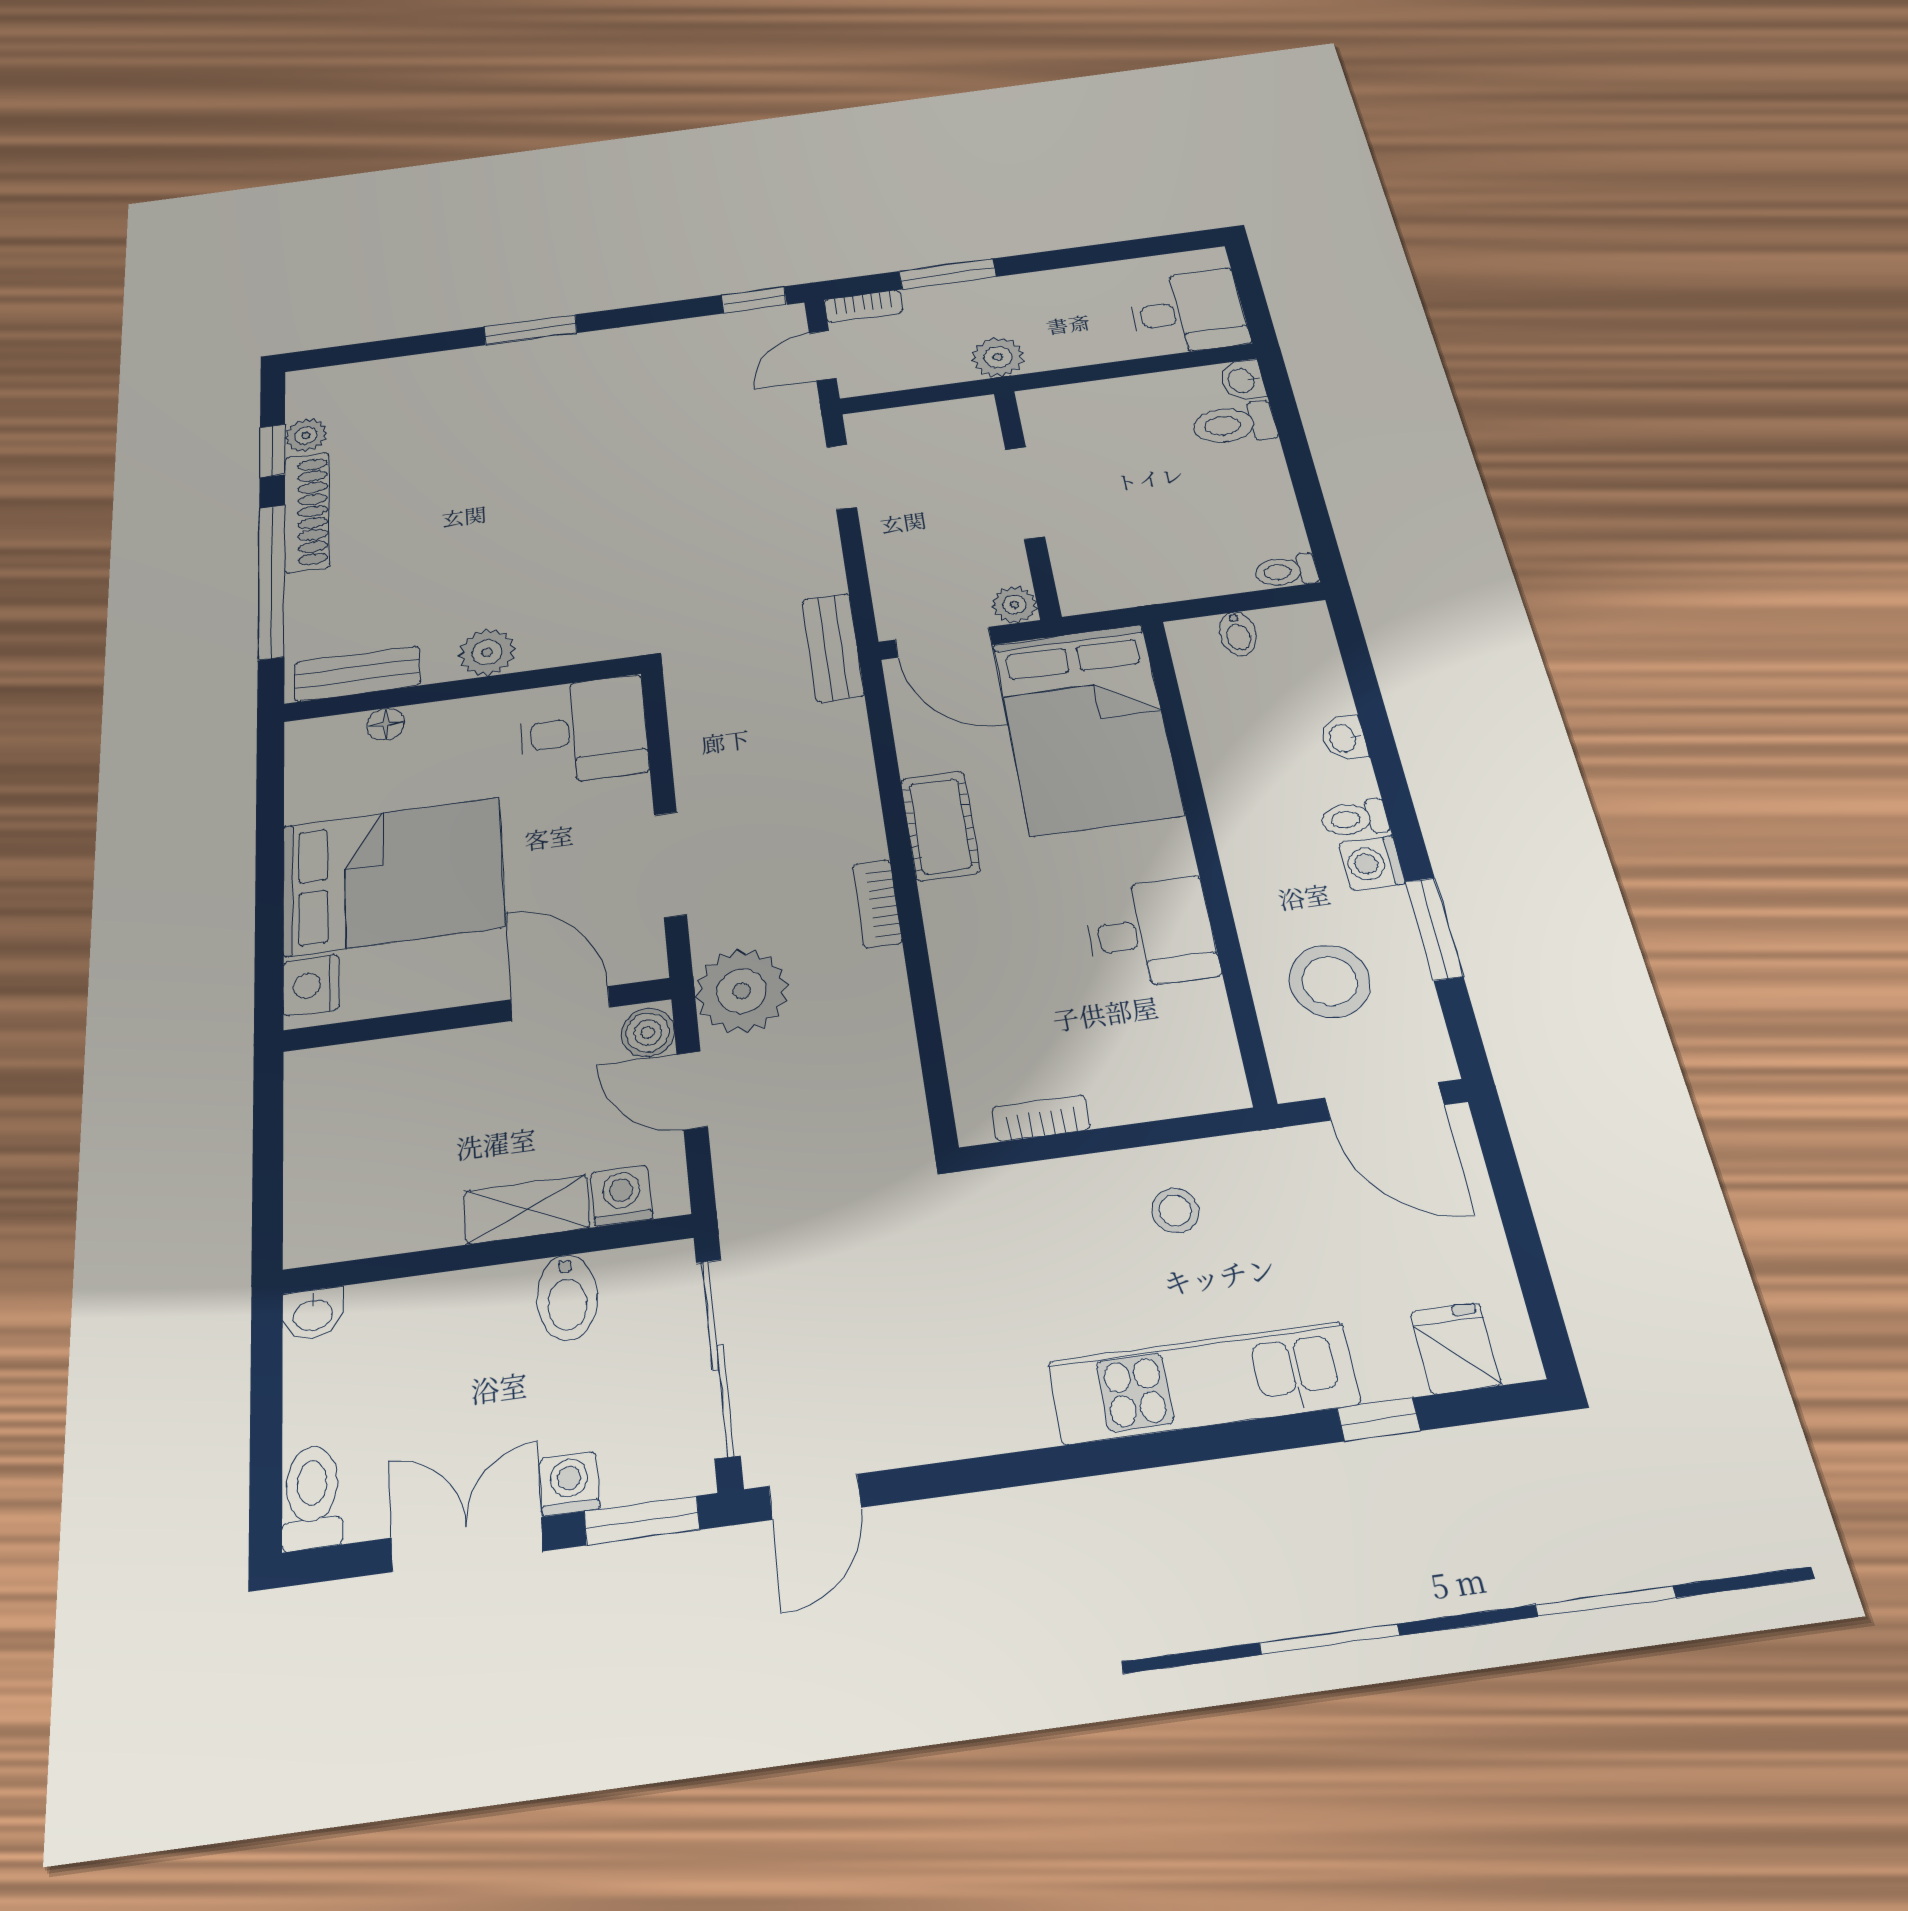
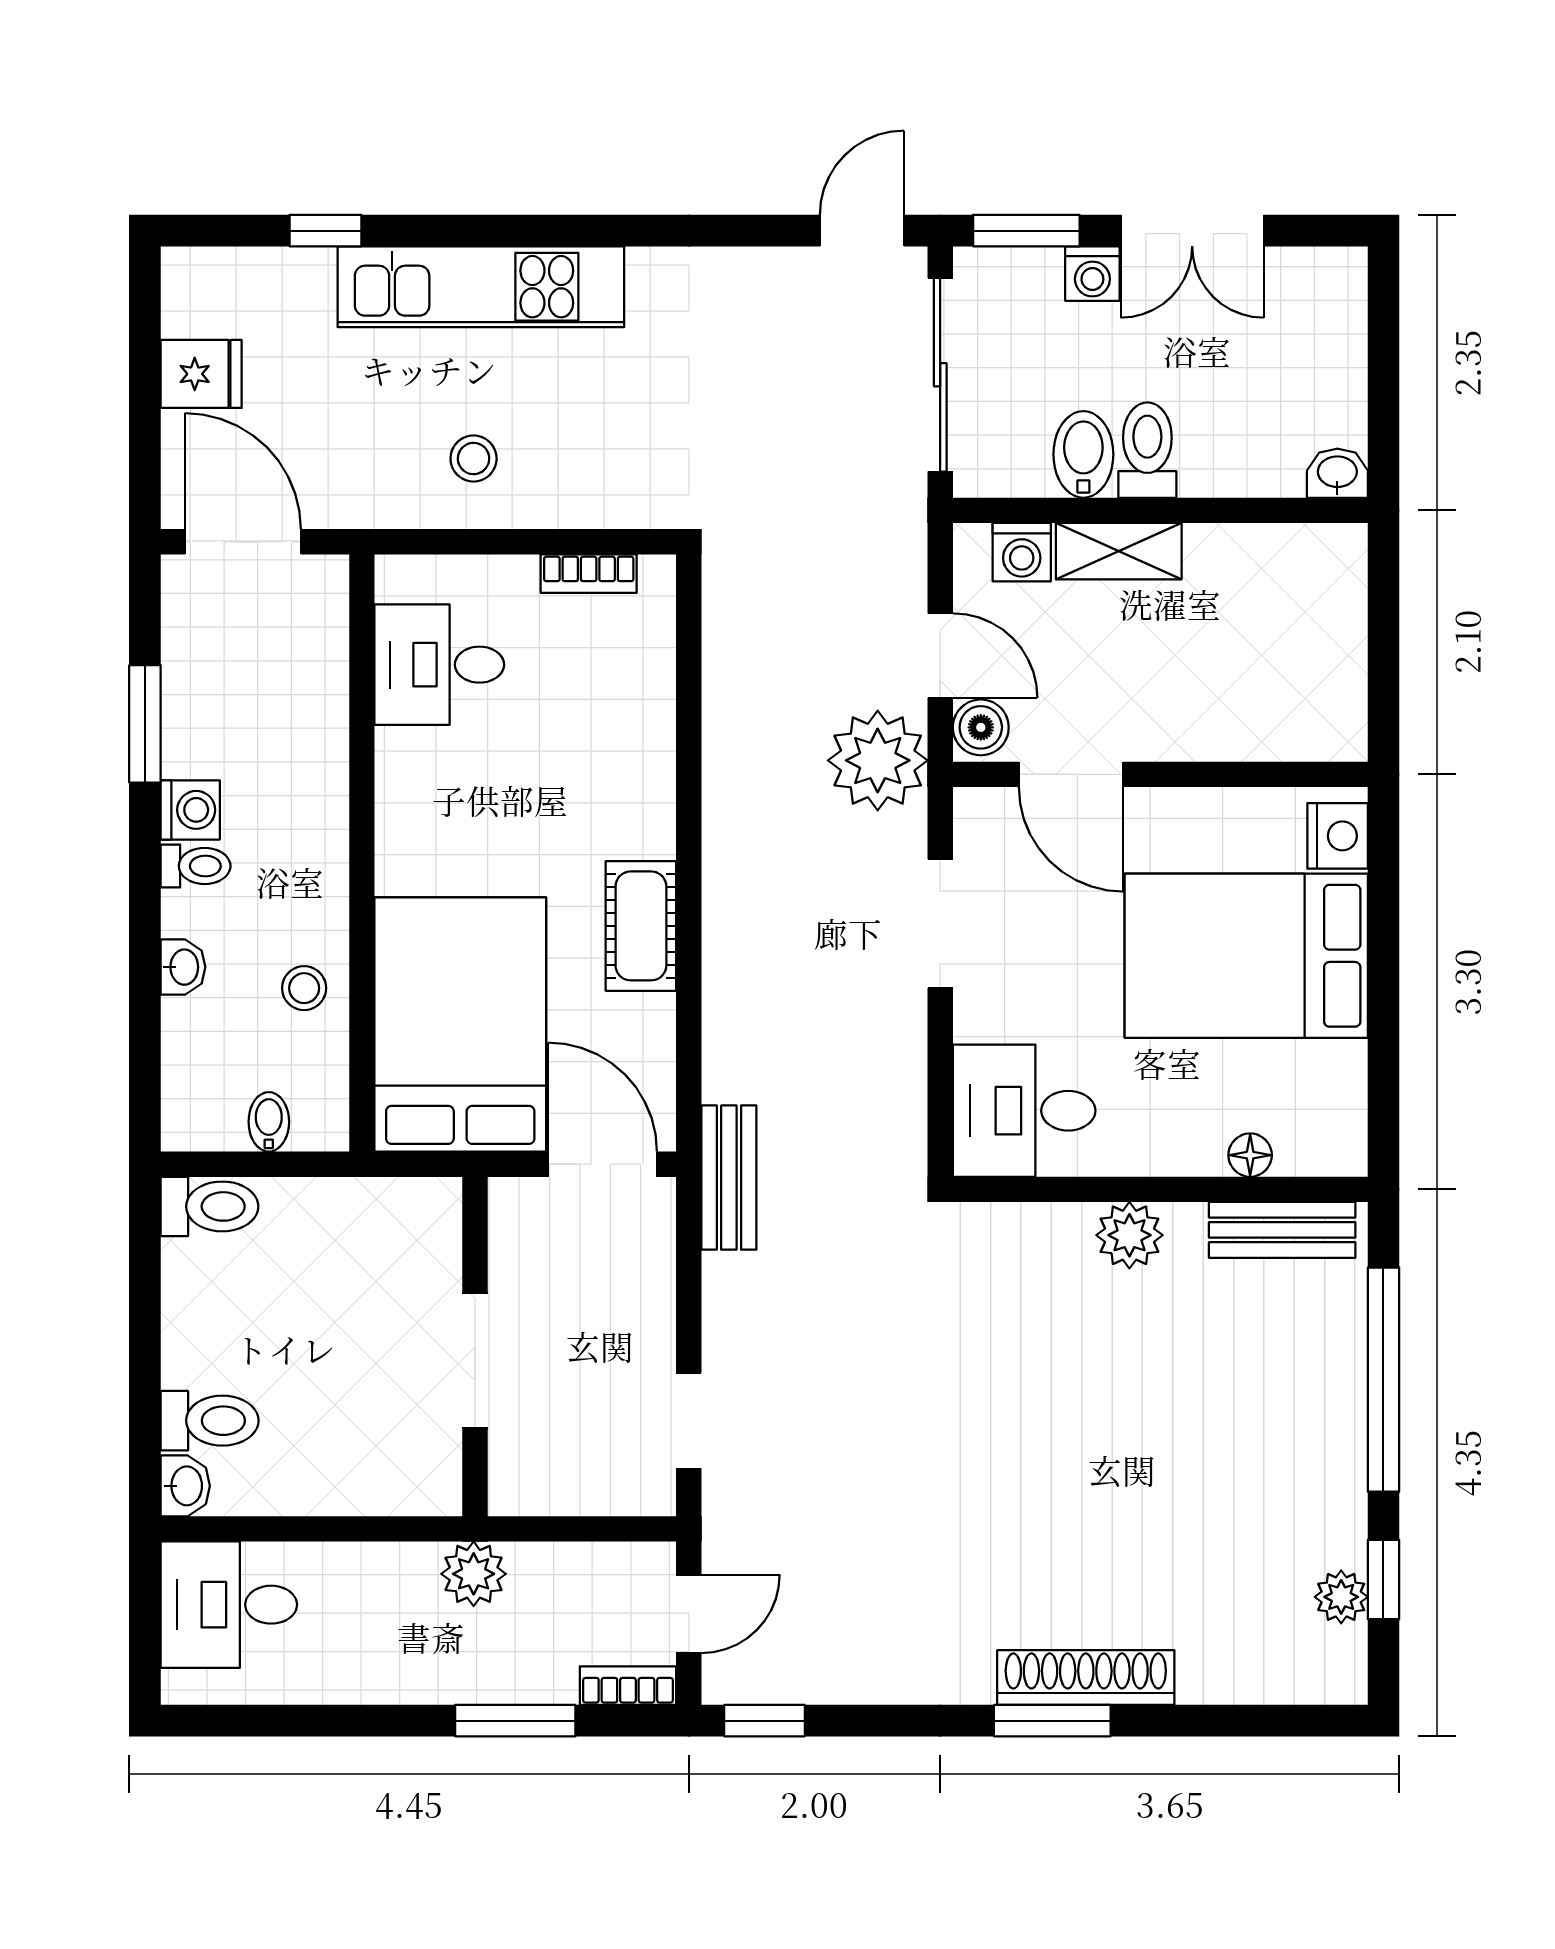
shoe rack: (307, 512) -> (1086, 1678), moved, turned 90
toilet: (1286, 571) -> (210, 1206), width x1.37, depth x1.39
plant: (1014, 605) -> (513, 1203), removed
bookcase: (877, 904) -> (722, 841), removed
desk: (1150, 933) -> (439, 665), moved
stool: (1330, 981) -> (304, 988), moved, width x0.53, depth x0.53
fridge: (1455, 1348) -> (201, 374), moved, turned -90
toilet: (312, 1497) -> (1147, 450), moved, turned 180

